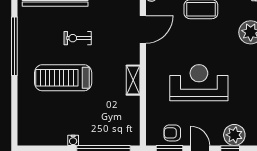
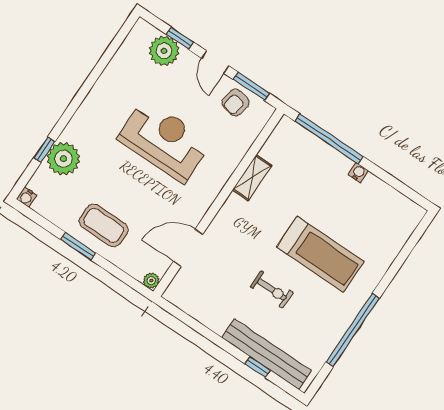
shelving: (133, 80) -> (252, 178), moved
reception desk: (199, 83) -> (164, 141), turned 180
armchair: (172, 133) -> (236, 103), turned 101

